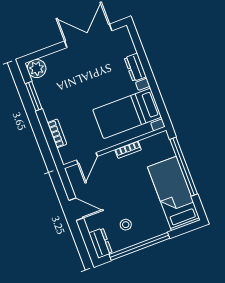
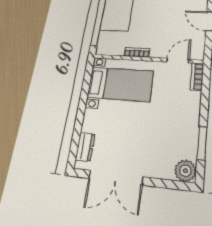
dresser: (135, 67) -> (85, 147), moved
bookcase: (57, 133) -> (197, 77), moved

